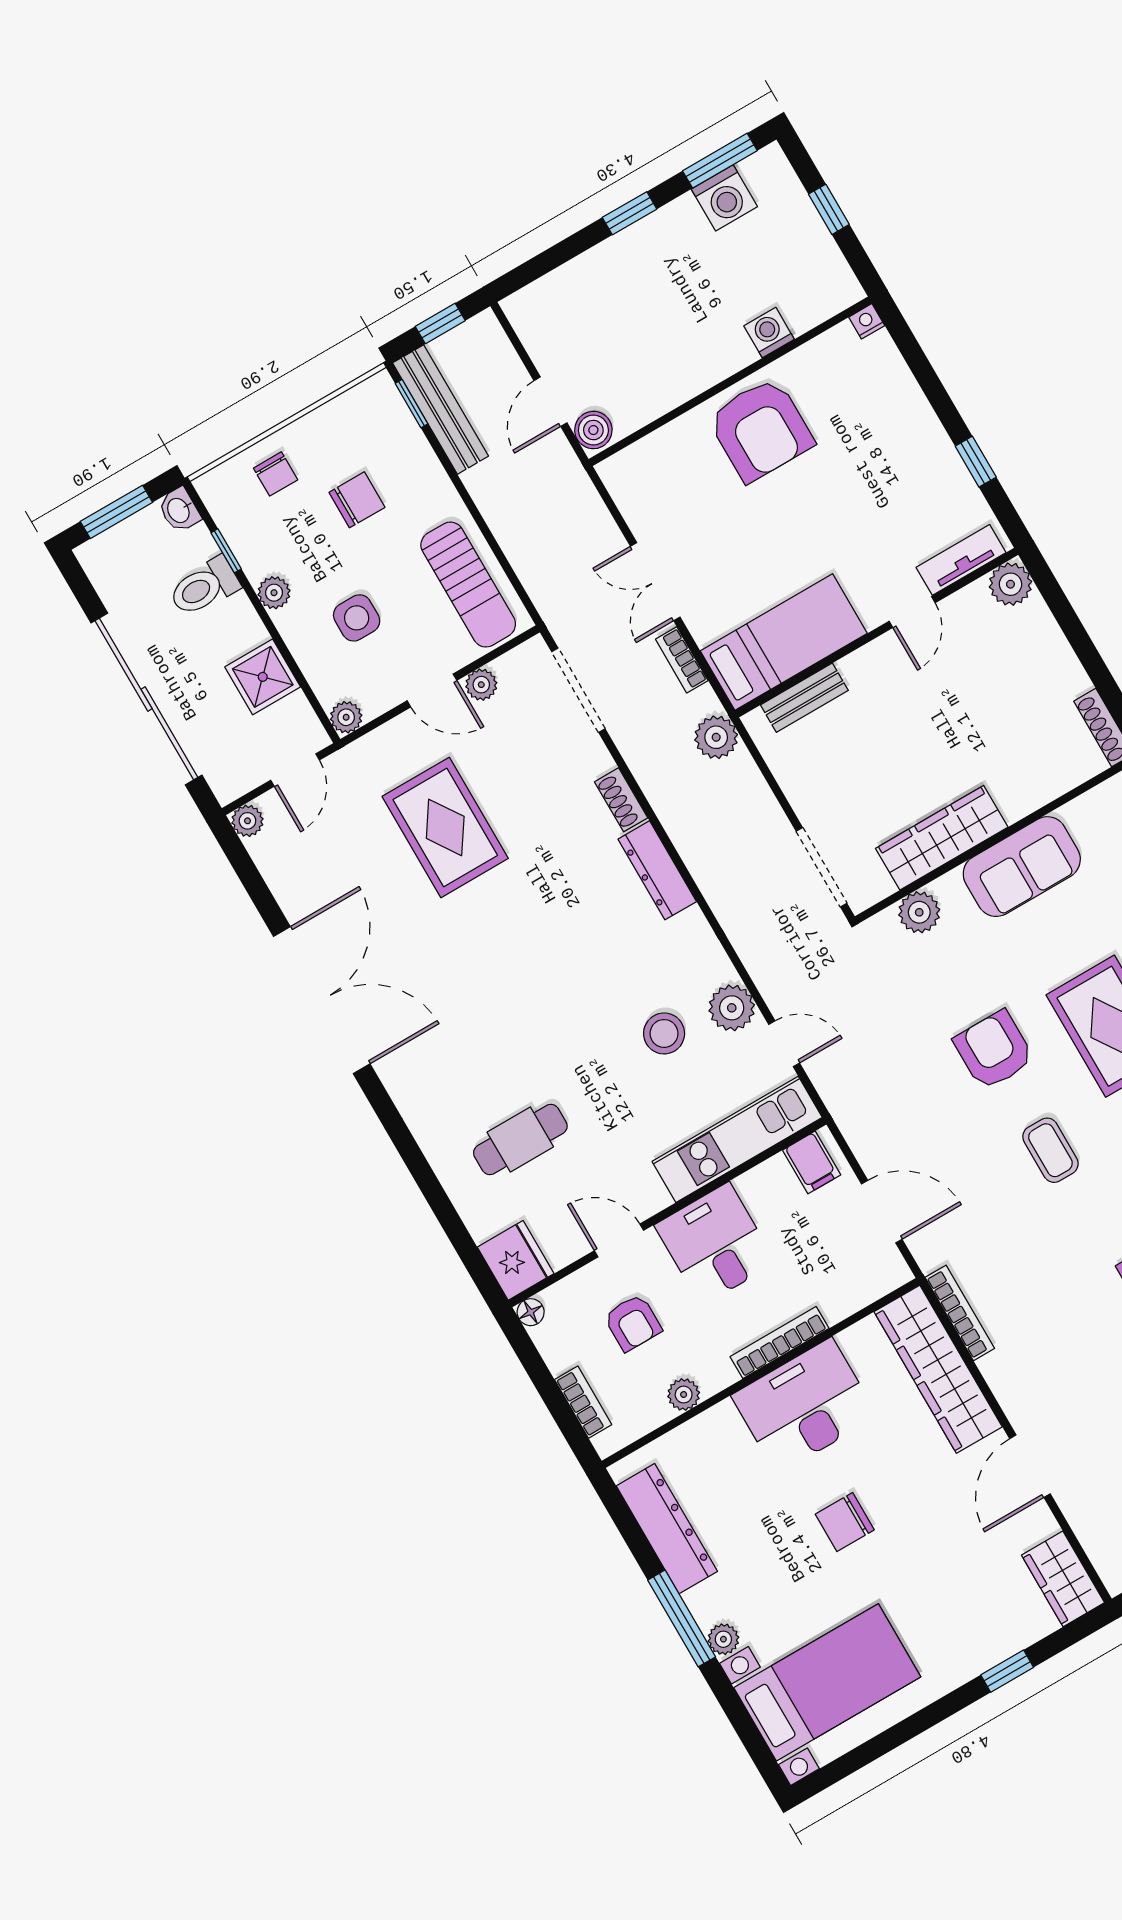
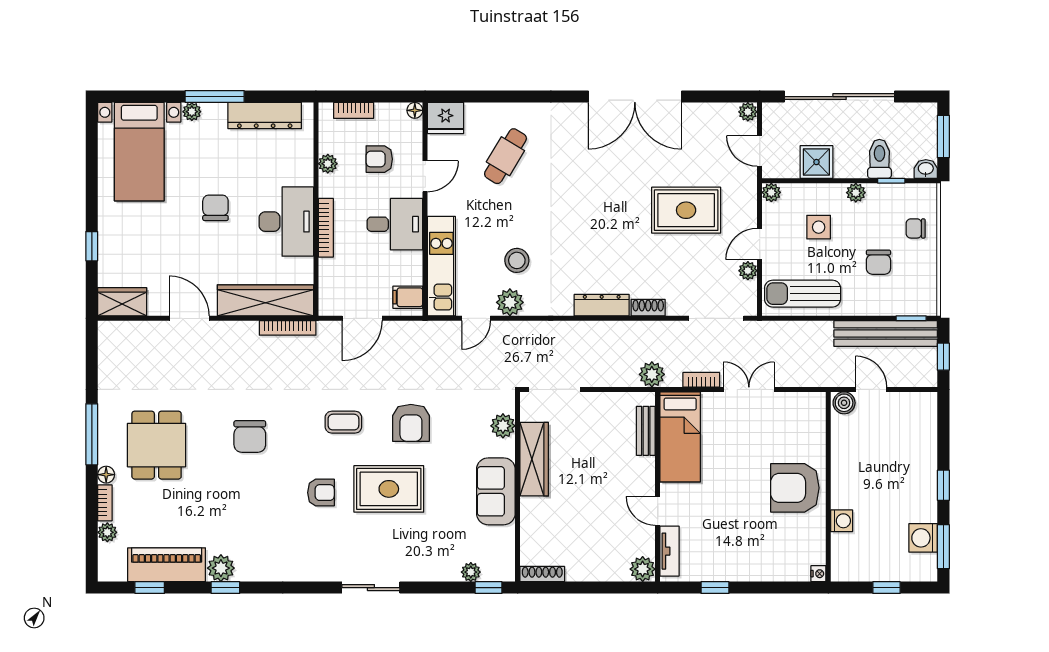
bench: (441, 410) -> (886, 334), width x1.37, depth x1.21
armchair: (994, 1050) -> (411, 423), turned 90
cafe table: (520, 1139) -> (505, 156), turned 31

